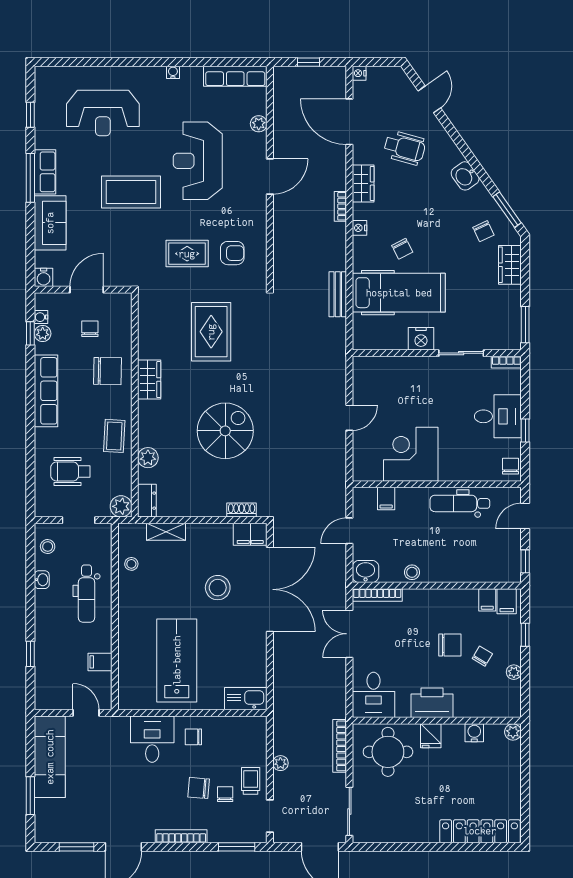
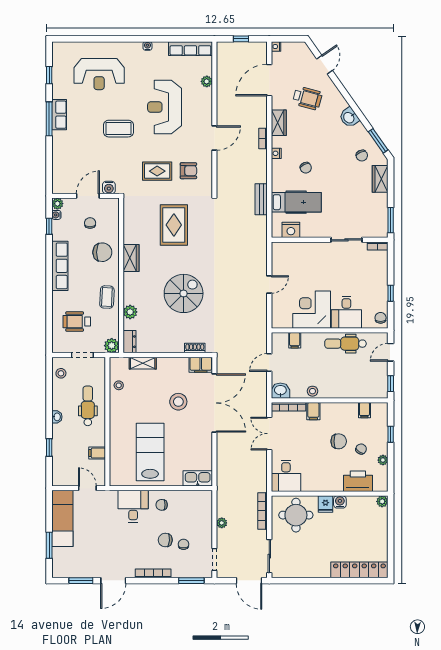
door: (349, 122) -> (269, 80), hinge flipped
door: (270, 176) -> (214, 138), moved
coffee table: (131, 192) -> (118, 129), width x0.73, depth x0.76
sofa: (50, 223) -> (63, 150), removed
water cooler: (44, 277) -> (109, 188), moved
hospital bed: (399, 293) -> (296, 202), width x0.73, depth x0.78
plant: (43, 334) -> (57, 204), moved
nightstand: (421, 339) -> (291, 230), moved
desk: (498, 416) -> (346, 312), moved, turned 90
washbasin: (42, 580) -> (57, 417), moved
dental chair: (87, 594) -> (88, 406), turned 180
filing cabinet: (507, 601) -> (313, 411), moved
printer: (432, 703) -> (358, 481), moved
water cooler: (474, 733) -> (340, 502), moved
trolley: (251, 781) -> (201, 535), removed

